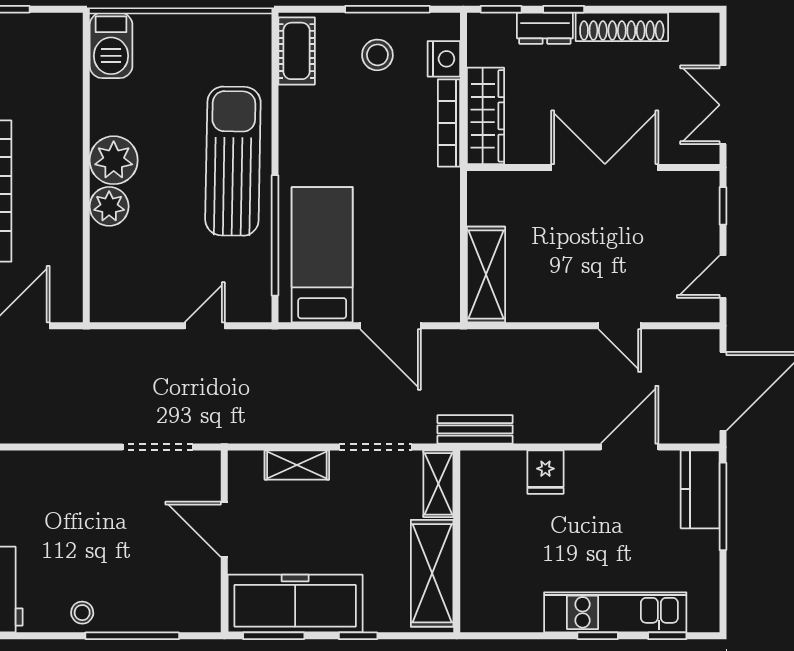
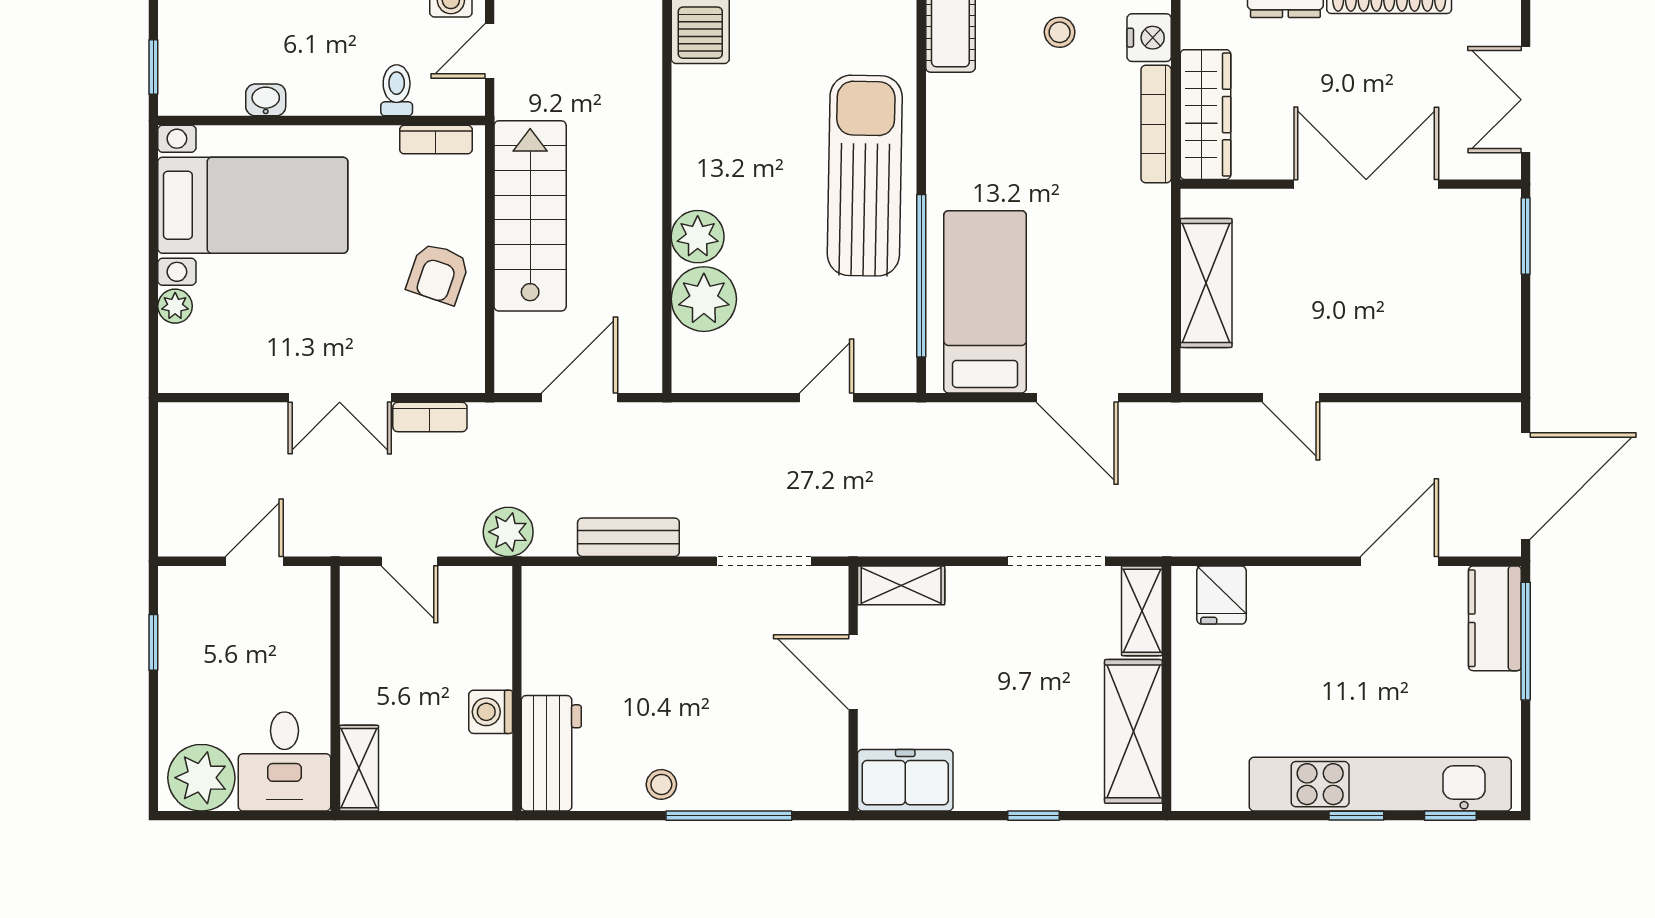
stool: (377, 55) -> (1060, 32), width x0.73, depth x0.73
plant: (114, 160) -> (704, 299), moved
window: (723, 206) -> (1526, 236), width x1.50
shelving: (486, 275) -> (1206, 283), moved
door: (723, 277) -> (1526, 331), removed
door: (620, 326) -> (1291, 398), moved
bench: (475, 429) -> (628, 537), moved
shelving: (297, 465) -> (901, 585), moved
fridge: (545, 472) -> (1221, 595), moved
freezer: (295, 603) -> (905, 780), width x0.52, depth x0.79
kitchen unit: (615, 612) -> (1380, 784), width x1.36
window: (274, 636) -> (920, 816), removed

